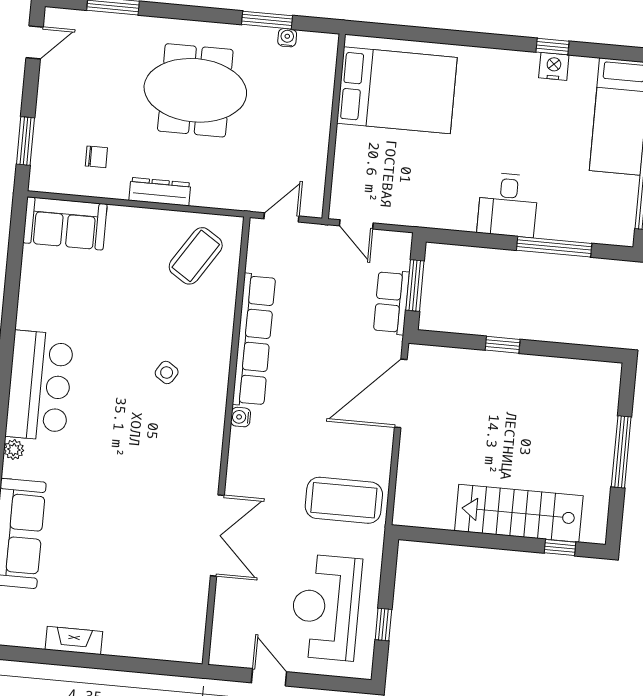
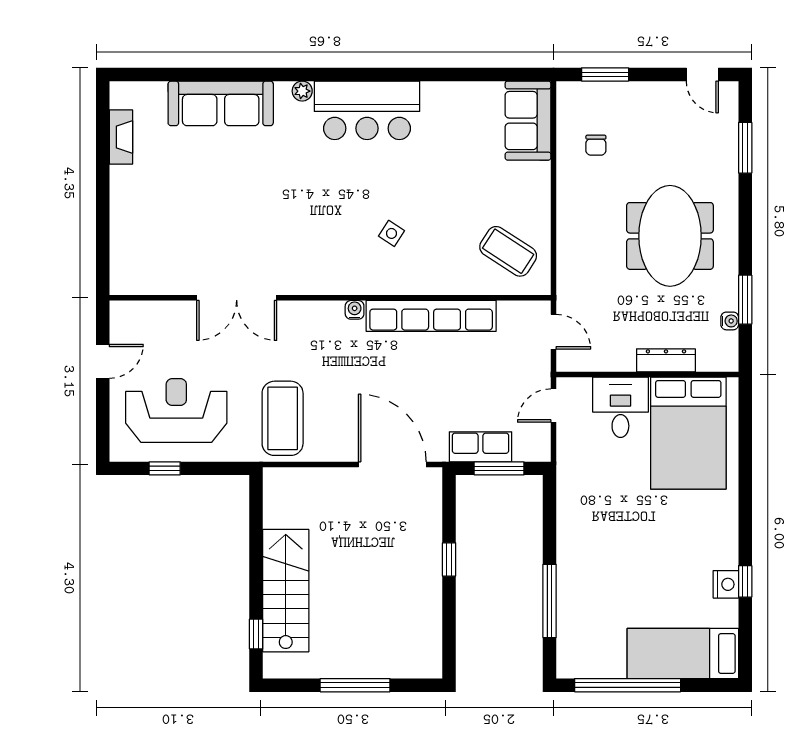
dresser: (160, 192) -> (666, 360), moved, turned -90
desk: (508, 205) -> (620, 407), moved, turned 90
fireplace: (74, 641) -> (121, 137), moved

